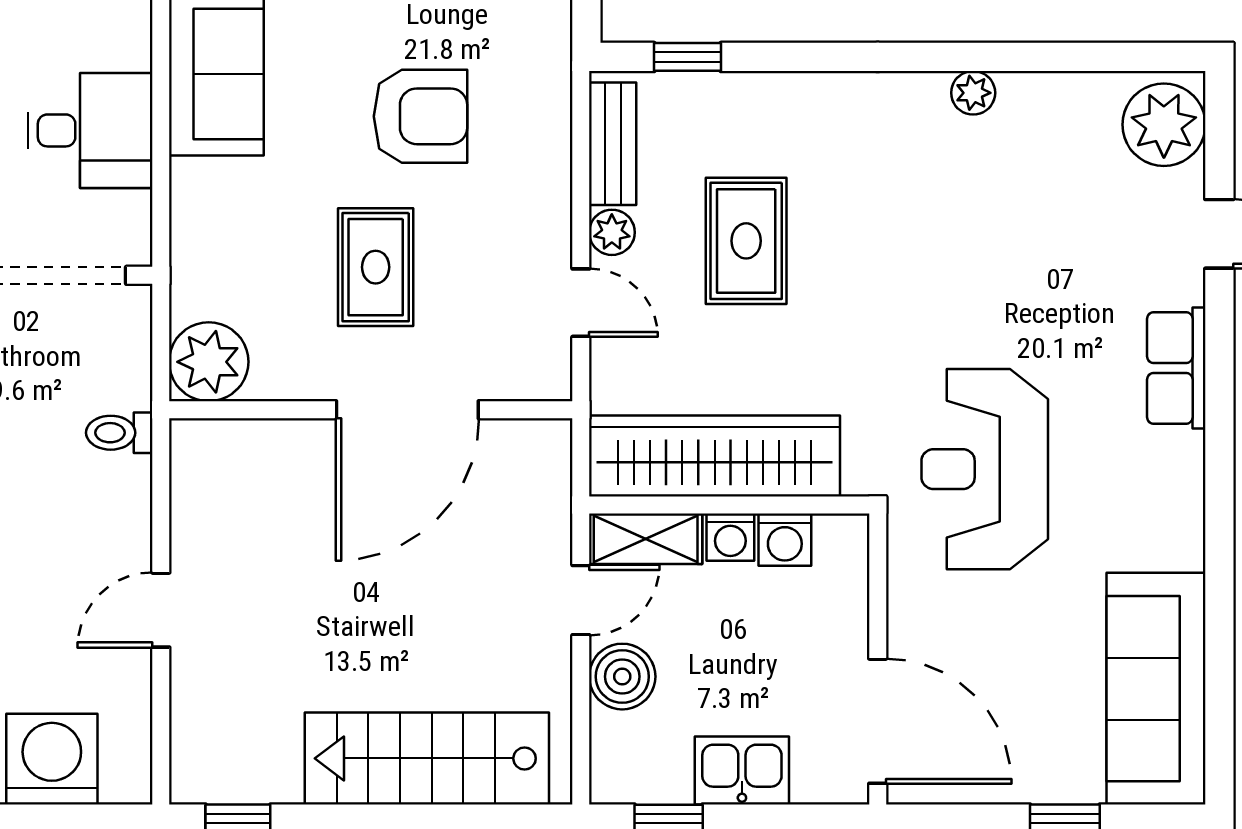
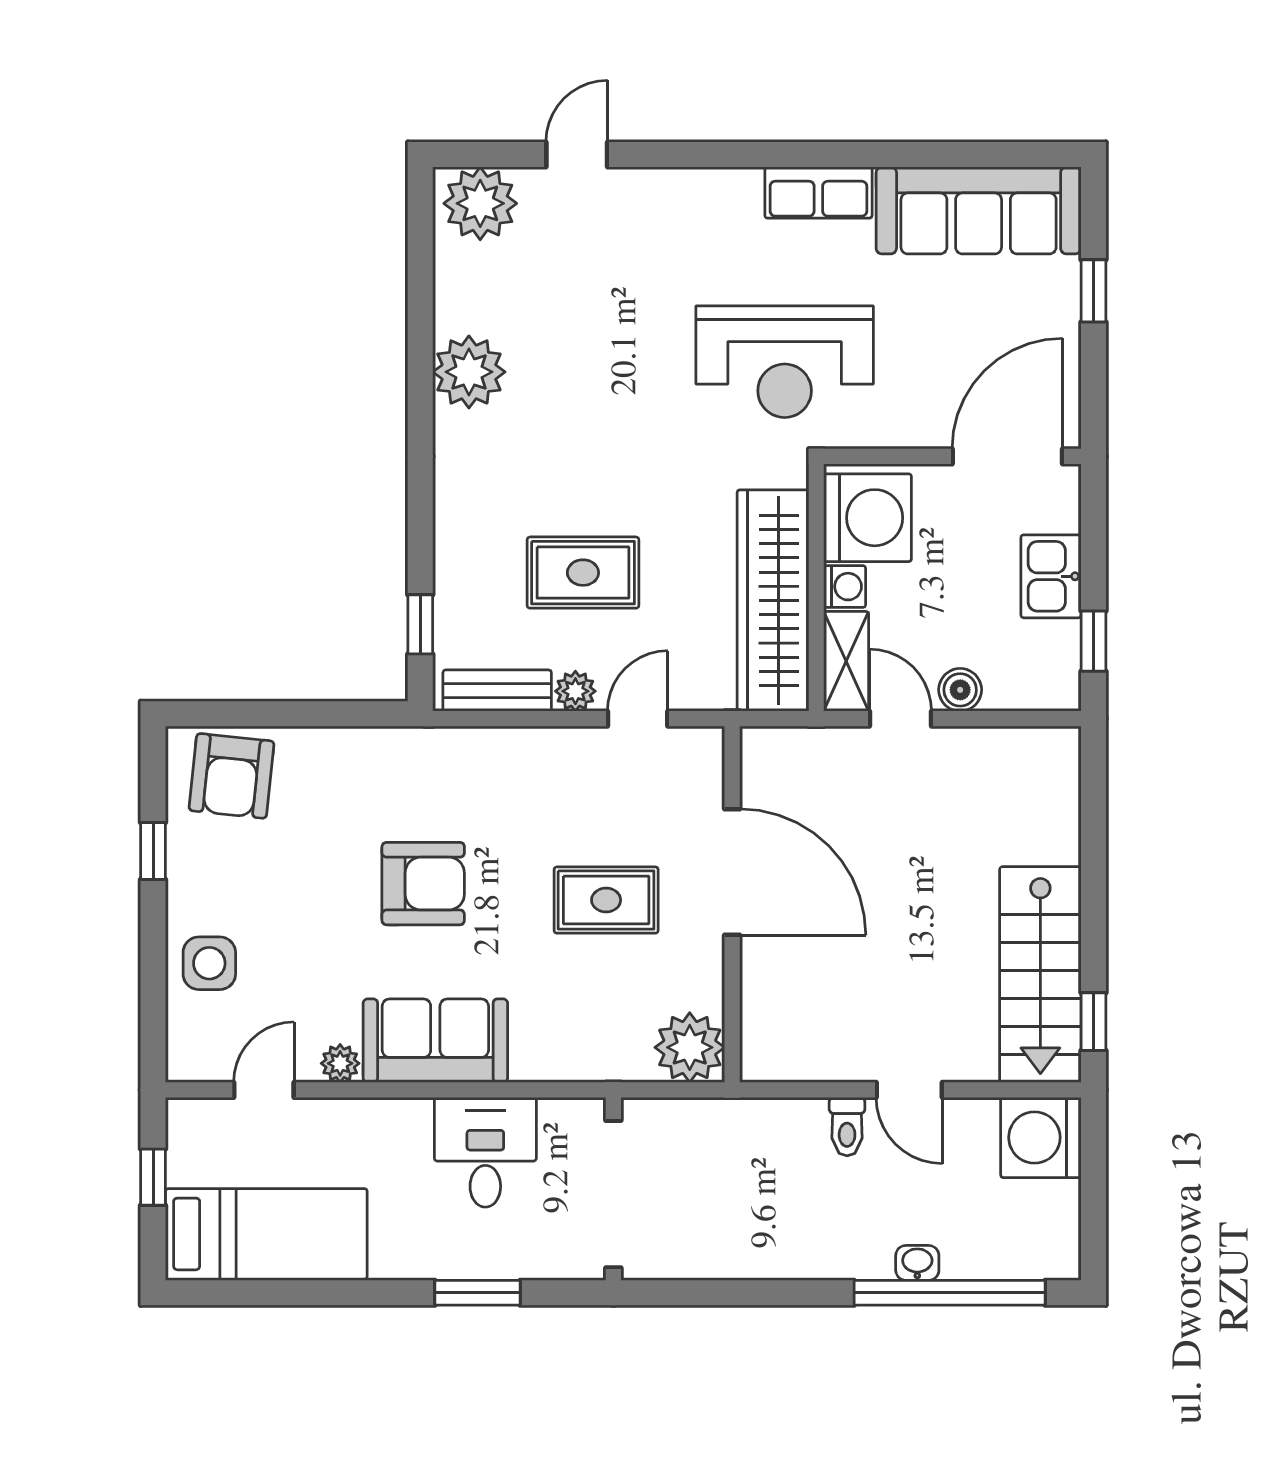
plant: (973, 93) -> (469, 372), width x1.88, depth x1.88
armchair: (421, 116) -> (423, 884), moved, turned 90
row of seats: (1176, 368) -> (818, 192), moved
toilet: (119, 433) -> (847, 1127), moved
washing machine: (785, 540) -> (868, 518), width x1.89, depth x1.89
boiler: (622, 677) -> (960, 690), width x0.73, depth x0.73
stairs: (427, 758) -> (1040, 975), moved
washing machine: (52, 759) -> (1041, 1137), moved

